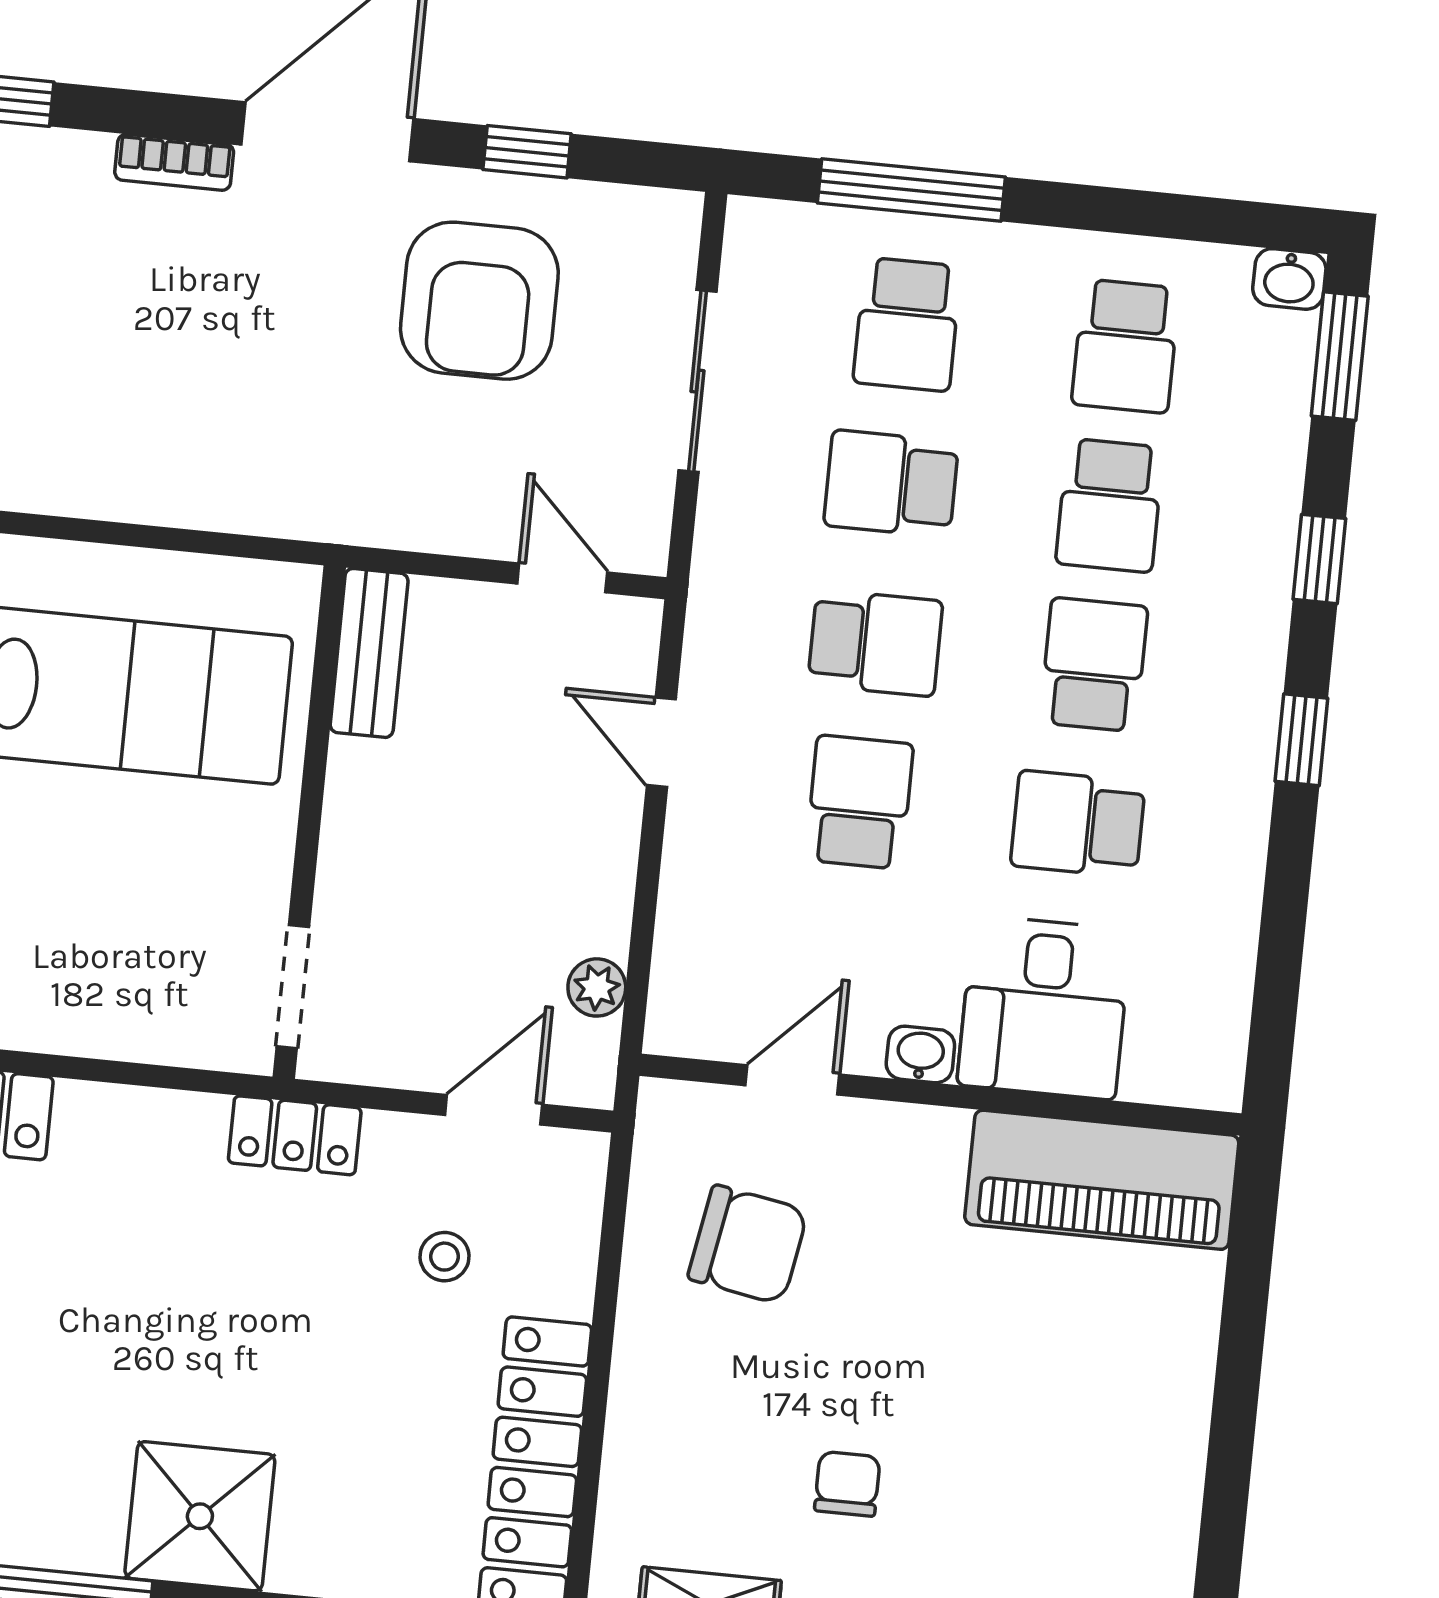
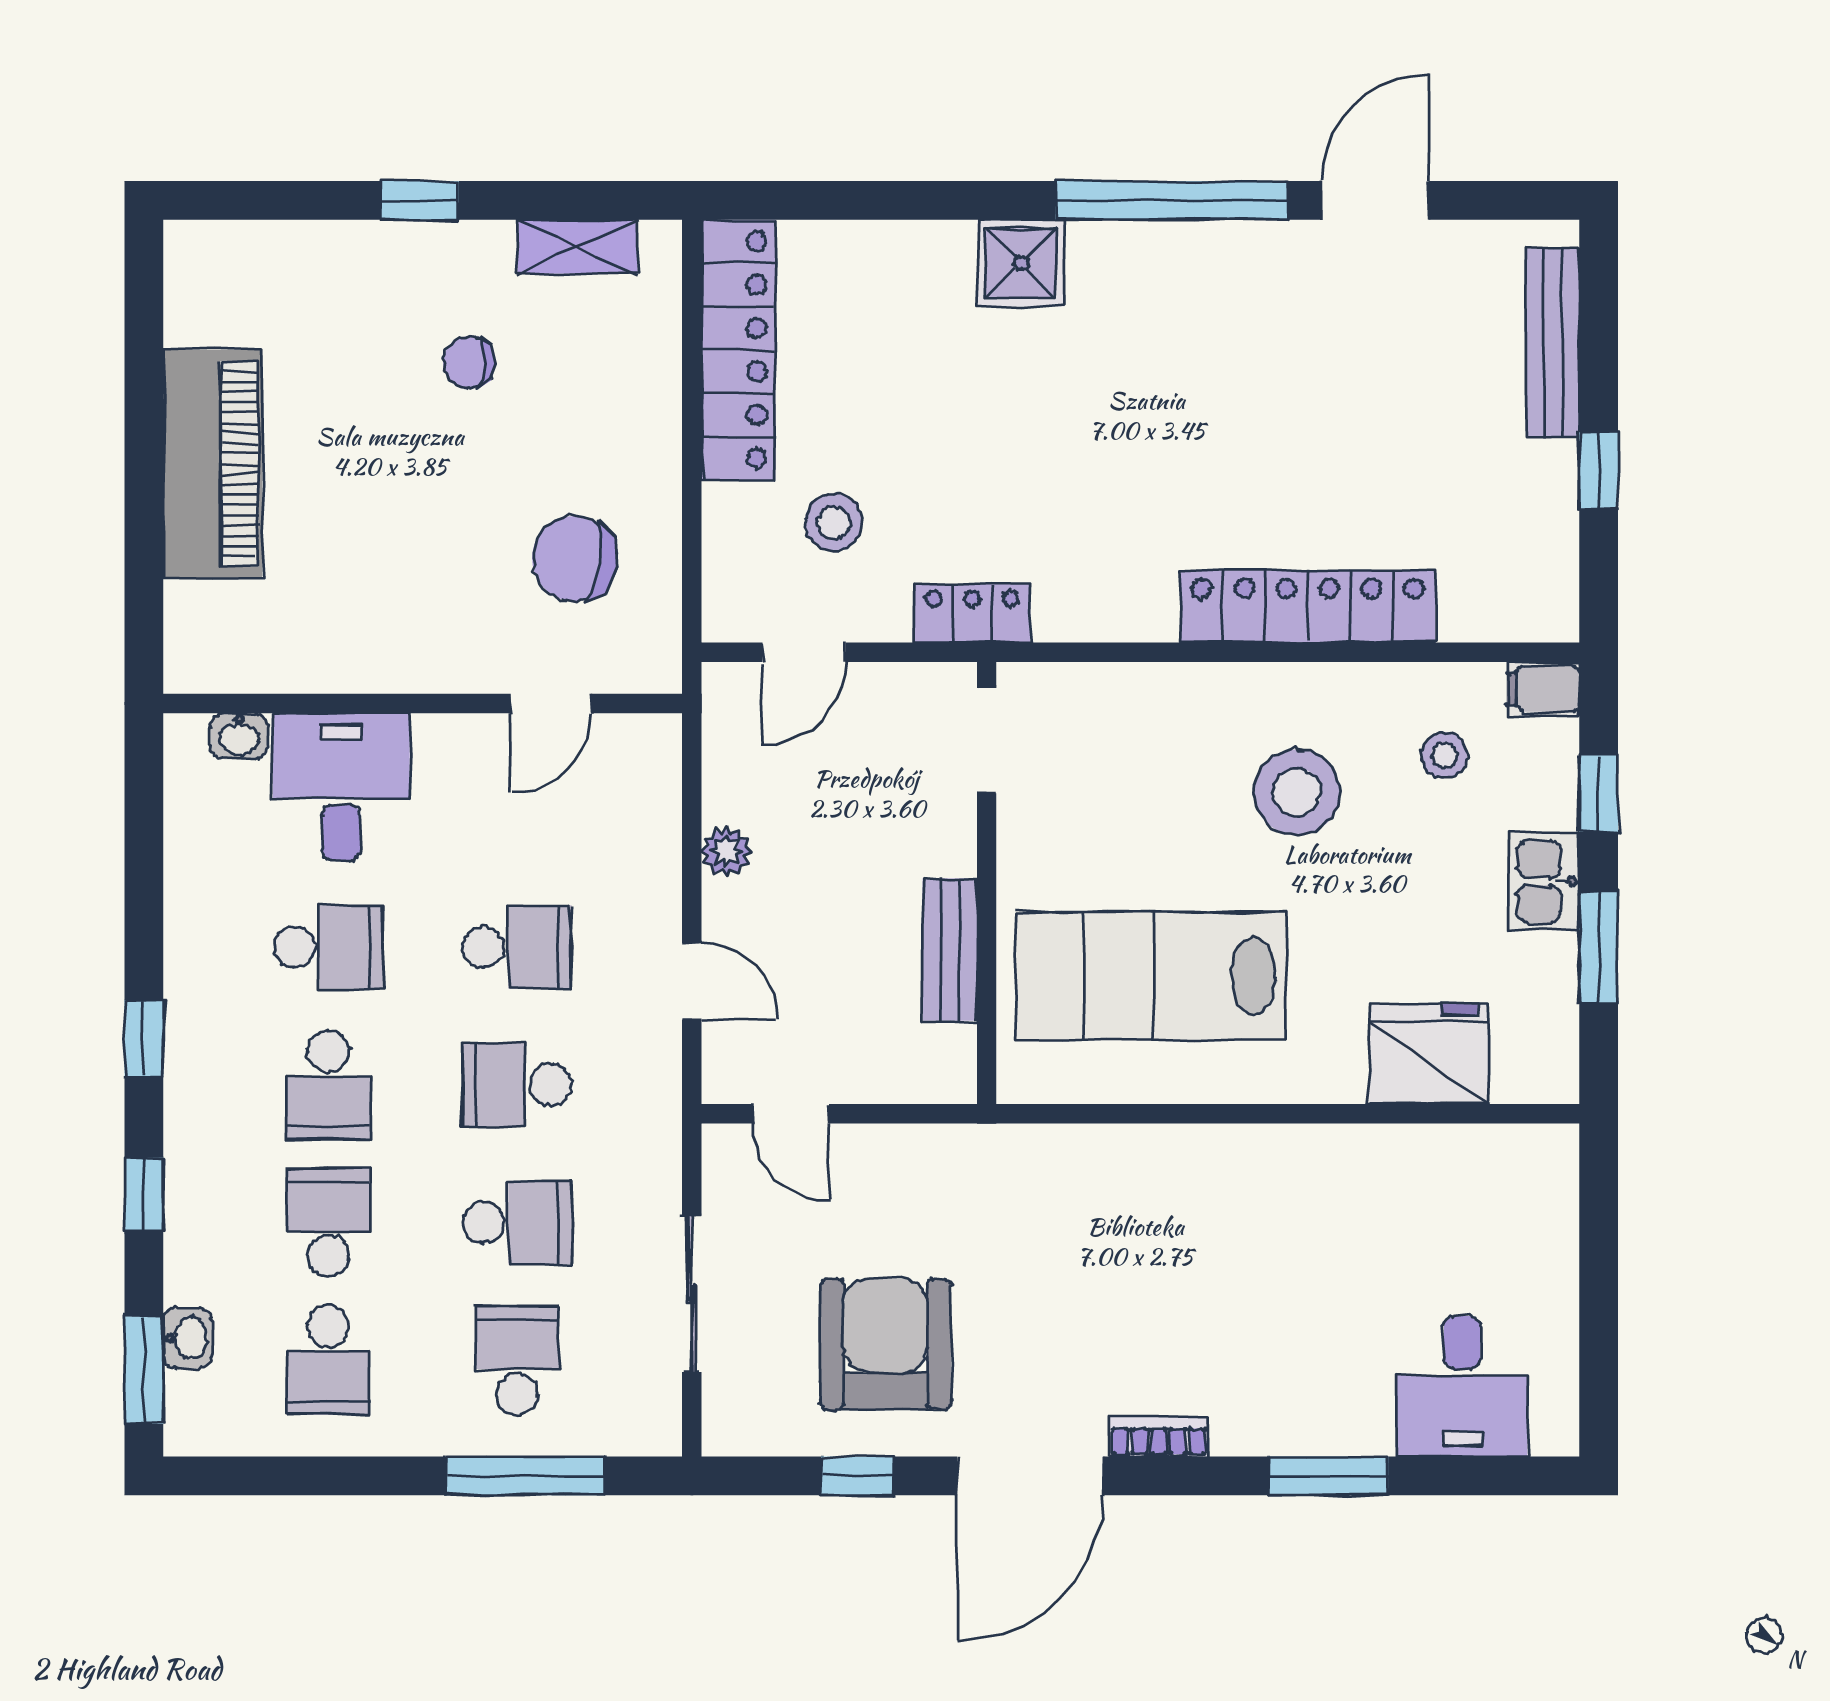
washbasin: (1289, 279) -> (188, 1338), moved, turned 90
school desk: (1126, 346) -> (328, 1360), turned 180
bench: (369, 653) -> (950, 950), moved
school desk: (859, 802) -> (517, 947), turned -90
plant: (597, 987) -> (726, 851), moved
washbasin: (920, 1054) -> (239, 736), moved
piano: (1102, 1180) -> (213, 464), moved, turned 90
stool: (444, 1257) -> (834, 522), width x1.37, depth x1.37
chair: (847, 1484) -> (469, 362), turned 90
shower: (200, 1516) -> (1021, 263), width x0.73, depth x0.73

